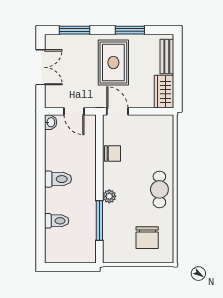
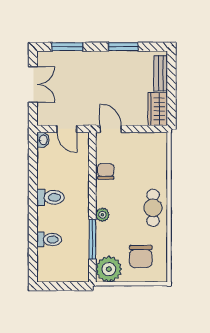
rug: (113, 63) -> (107, 79), removed
chair: (113, 154) -> (106, 171), turned -90
plant: (116, 250) -> (109, 269), added

